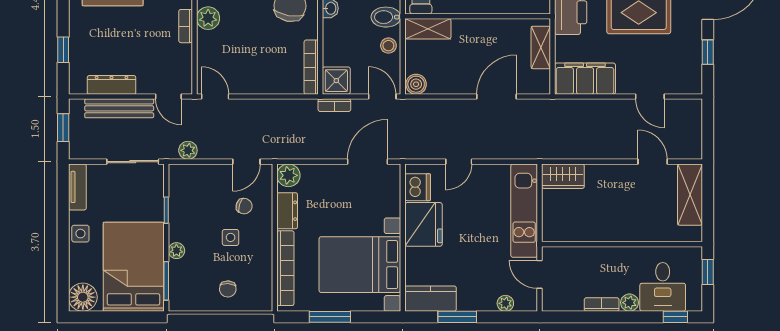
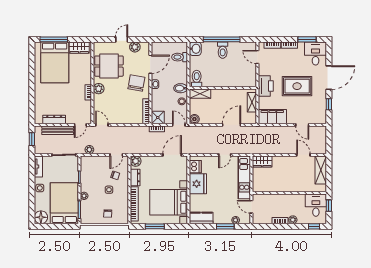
window: (63, 50) -> (32, 103), removed
door: (168, 97) -> (80, 125), hinge flipped
door: (459, 162) -> (225, 155), moved
desk: (663, 287) -> (316, 205), moved, turned 180
window: (457, 317) -> (225, 226), moved

